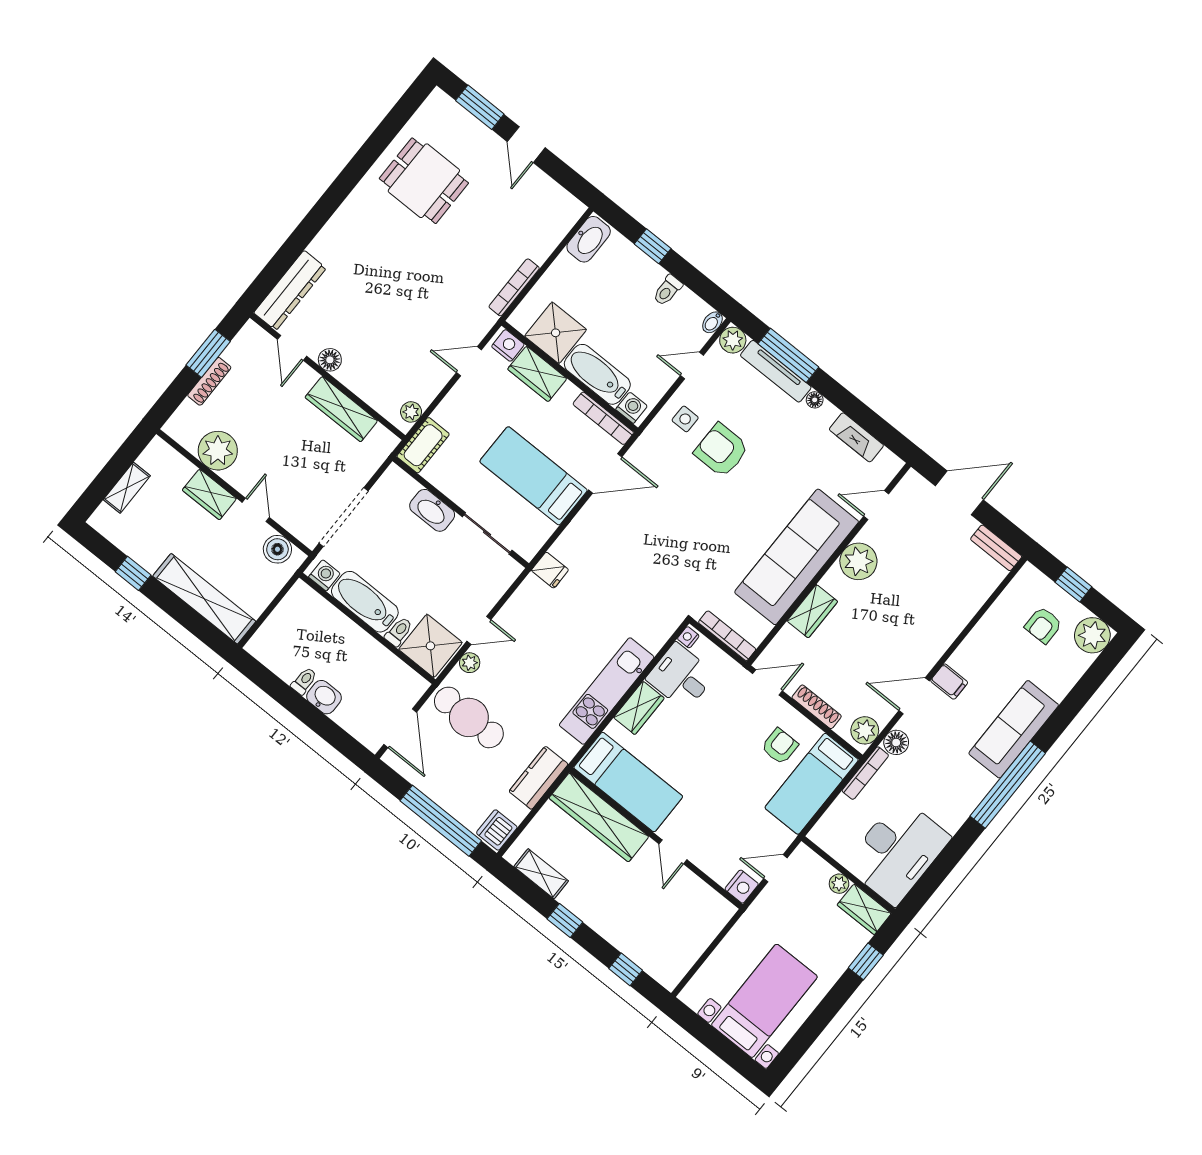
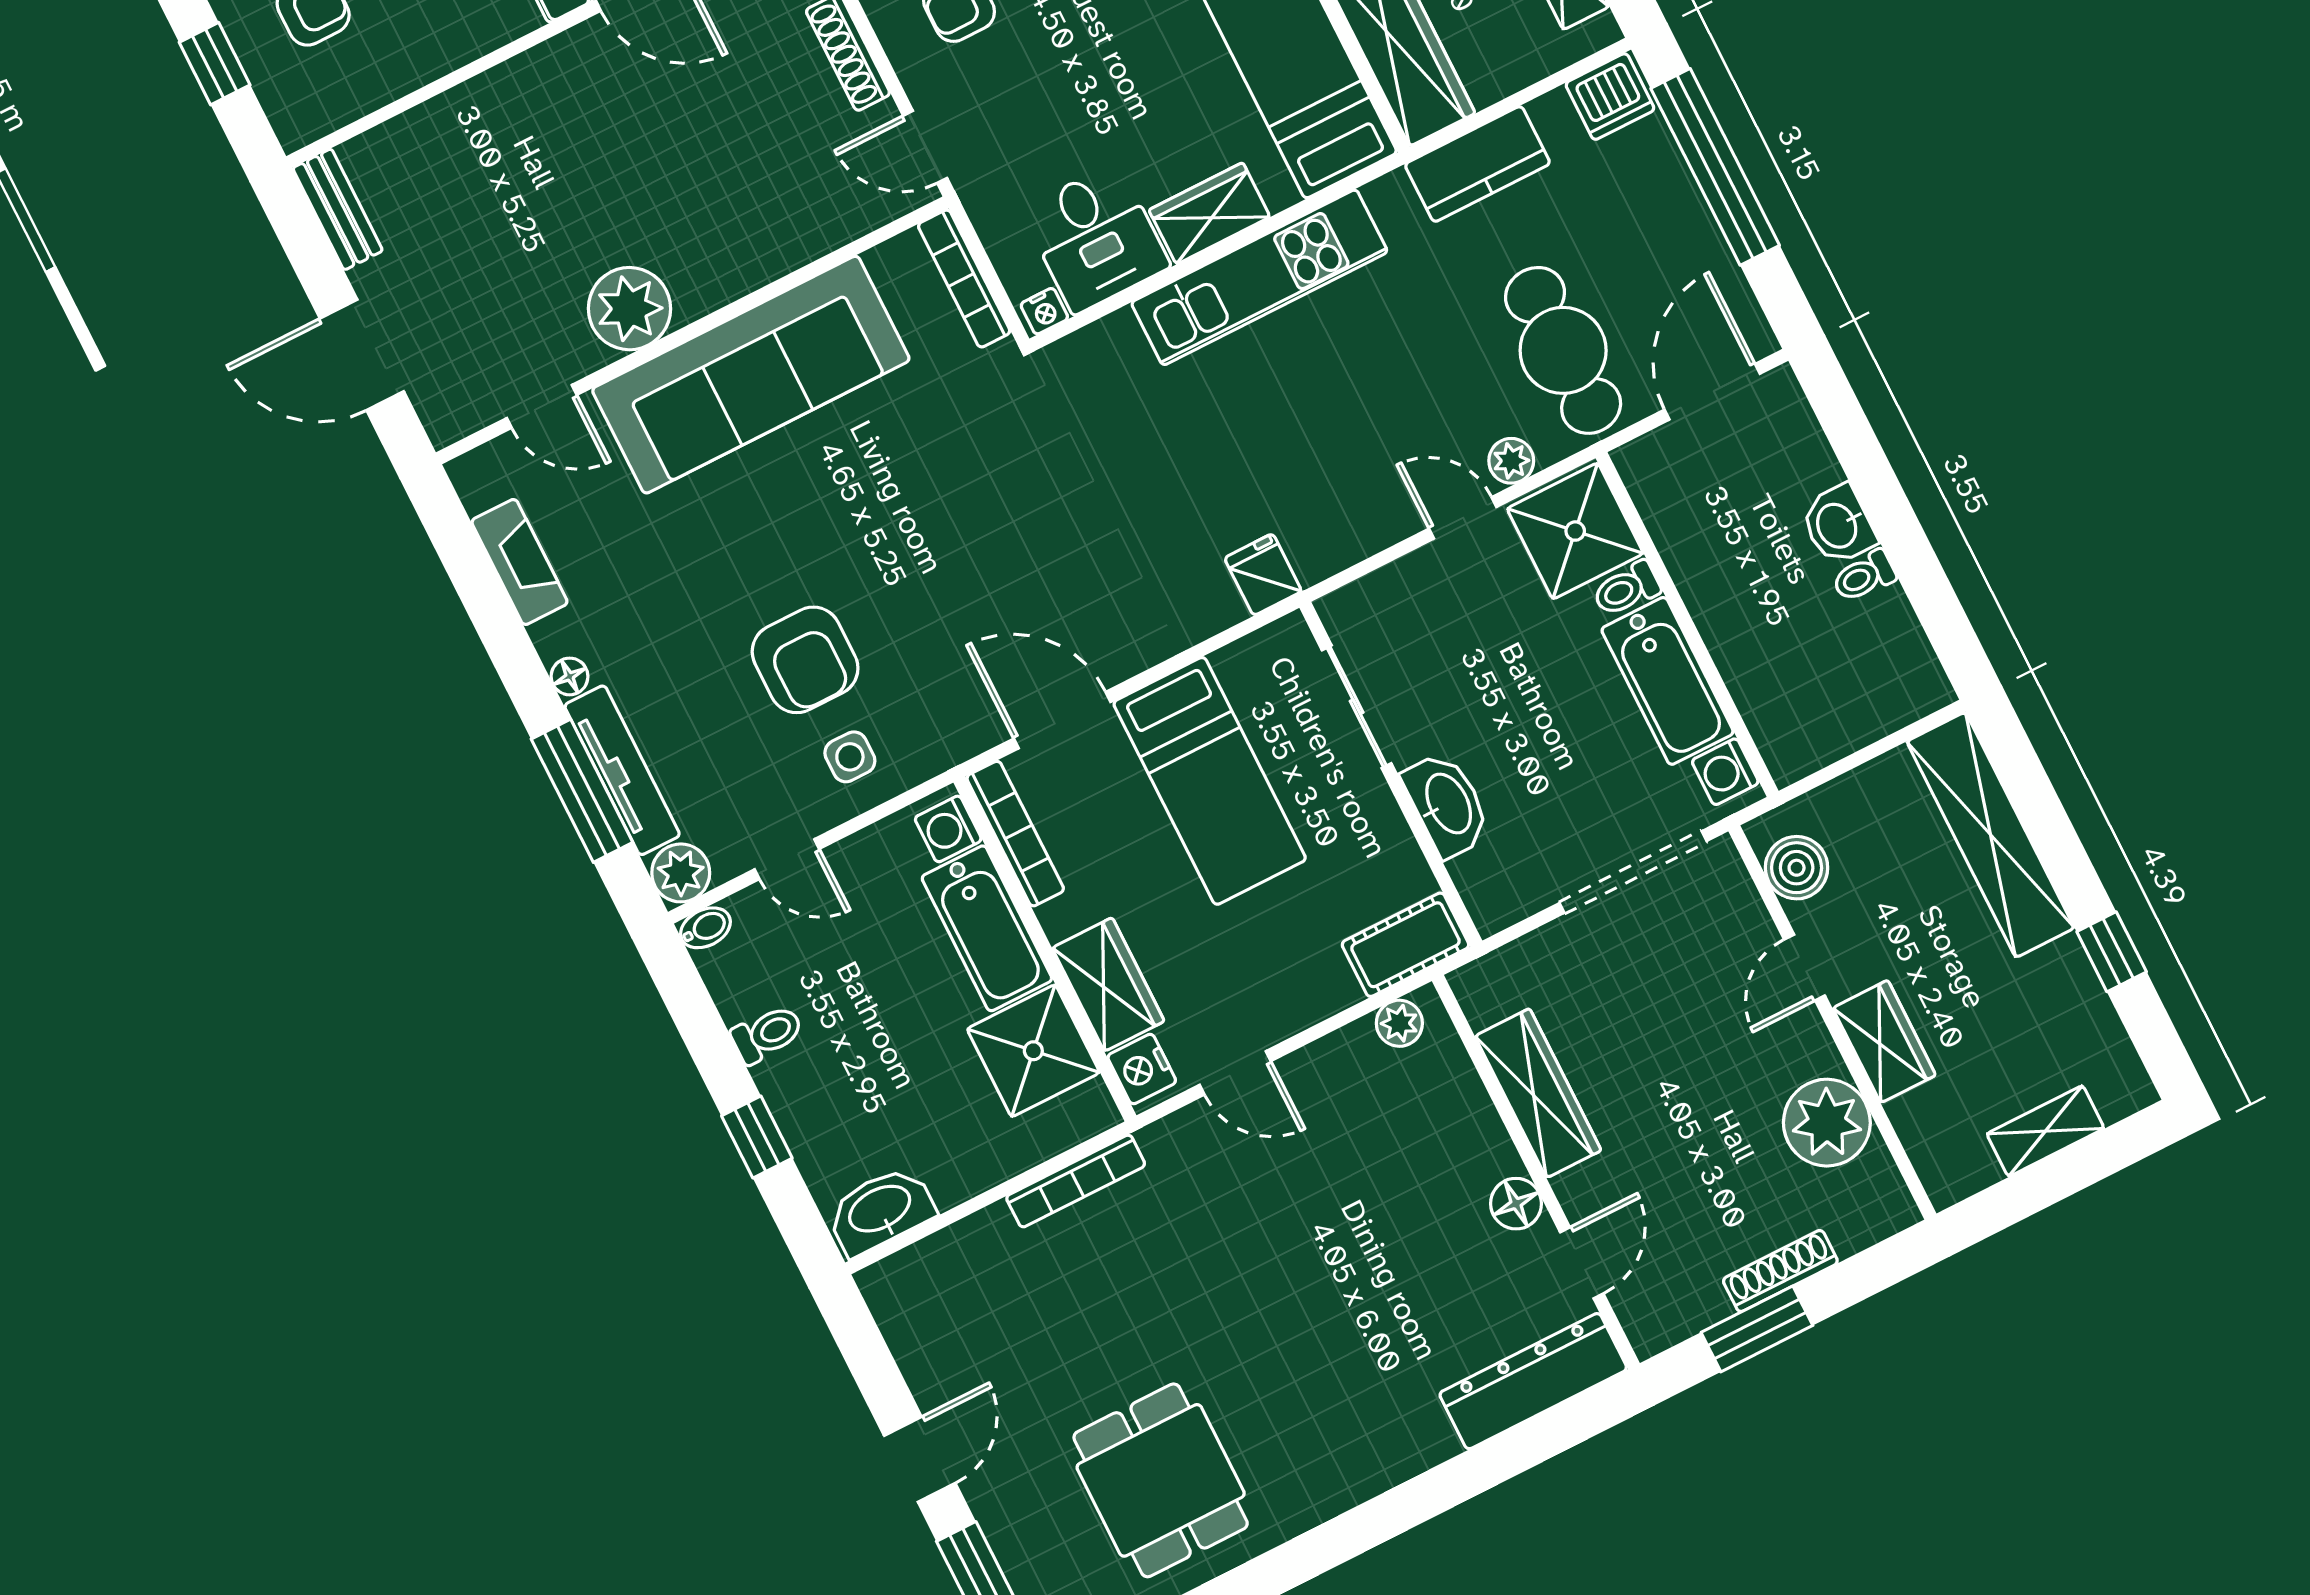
wardrobe: (812, 611) -> (769, 250), removed

